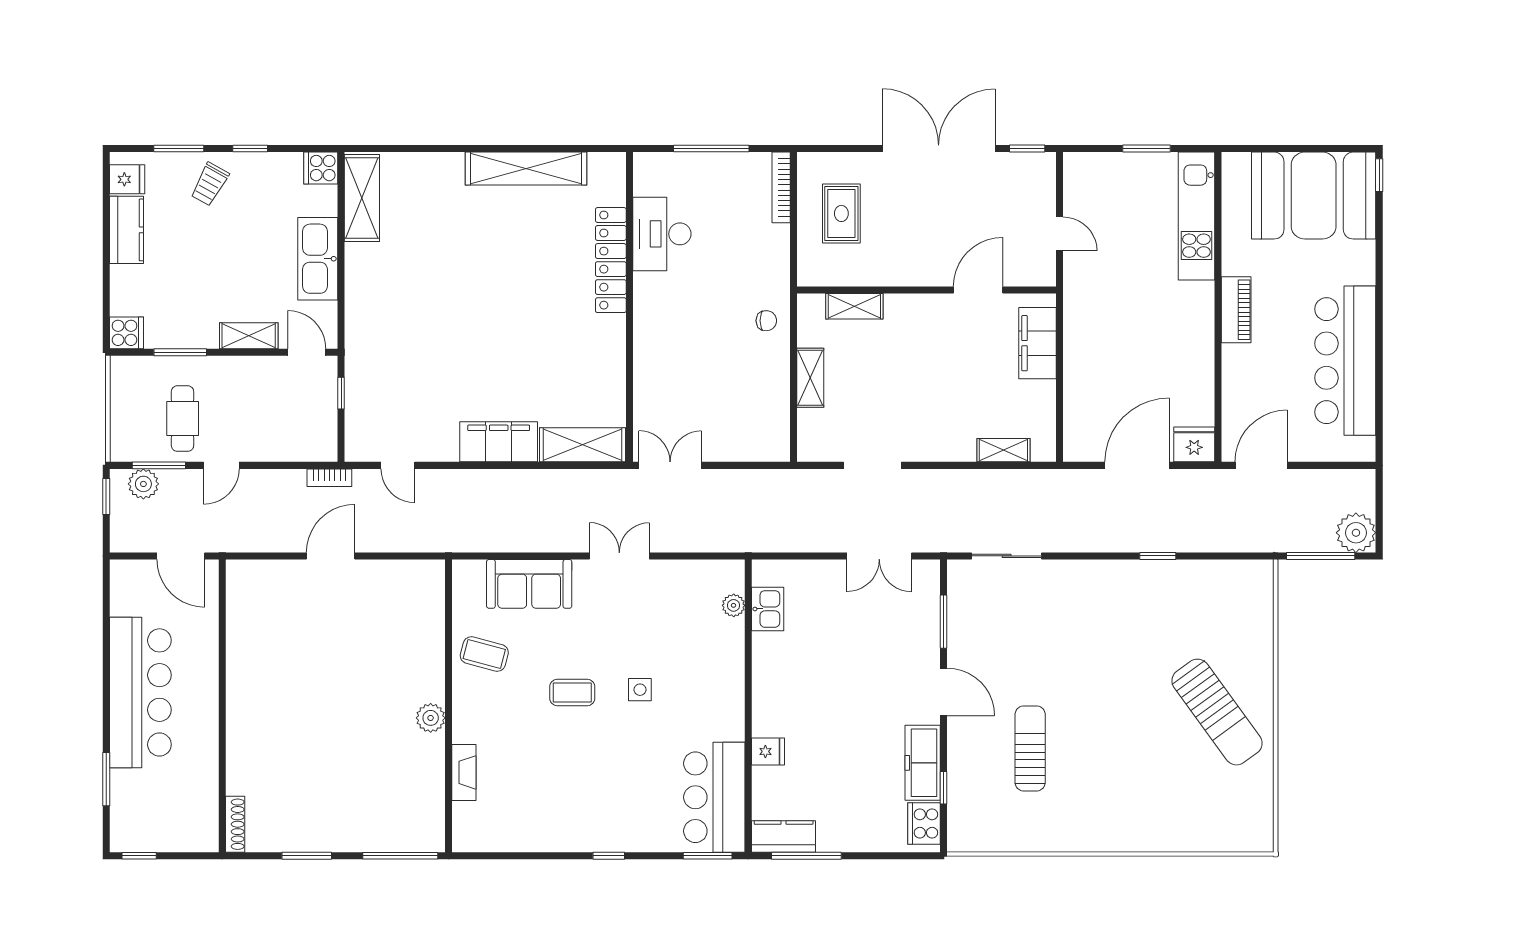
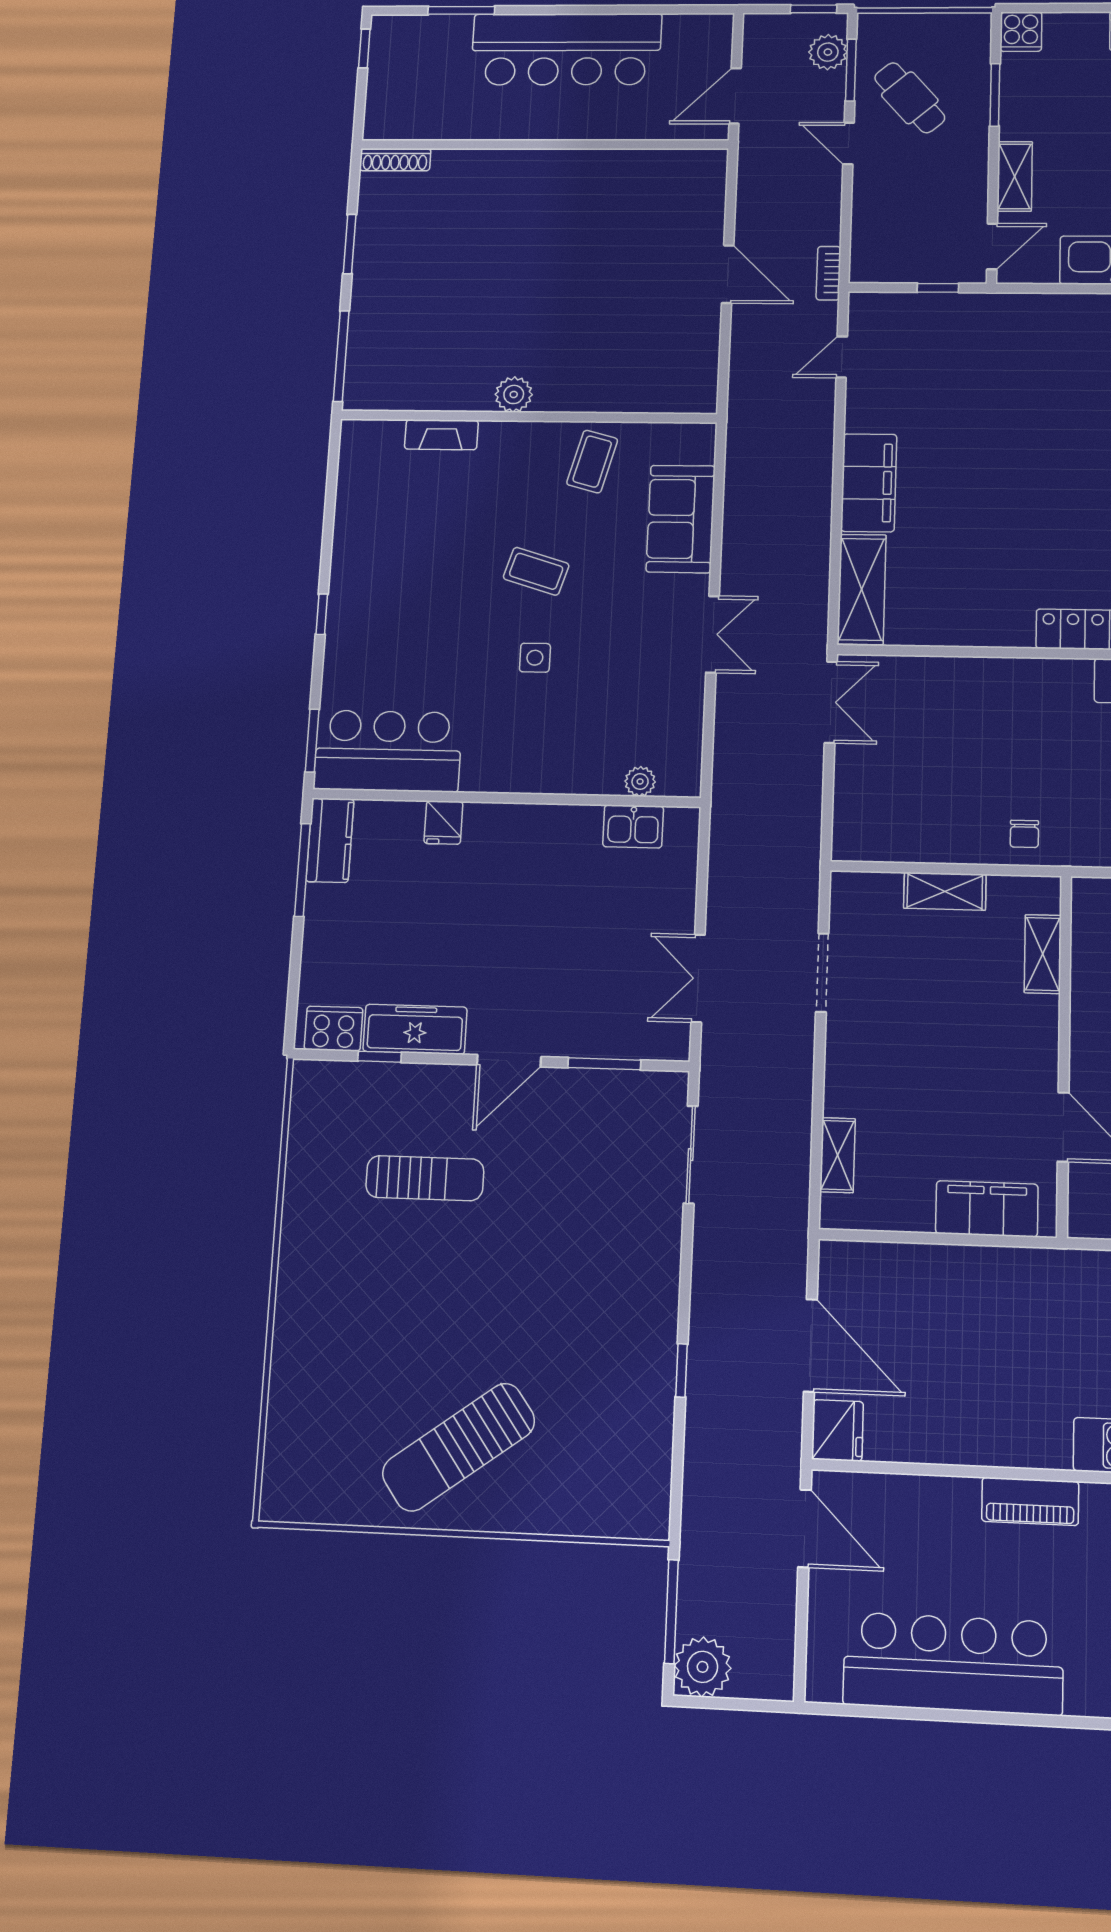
cafe table: (183, 419) -> (910, 98), turned 49
coffee table: (572, 693) -> (536, 571), turned -73

